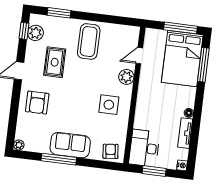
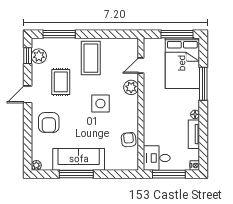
window: (59, 13) -> (59, 34), width x1.44
window: (203, 65) -> (203, 84), moved
side table: (109, 105) -> (100, 104), moved
sofa: (70, 145) -> (79, 159), width x1.36
desk: (144, 148) -> (157, 158), width x0.73
armchair: (111, 151) -> (129, 140), moved
window: (154, 171) -> (169, 174), width x1.44

